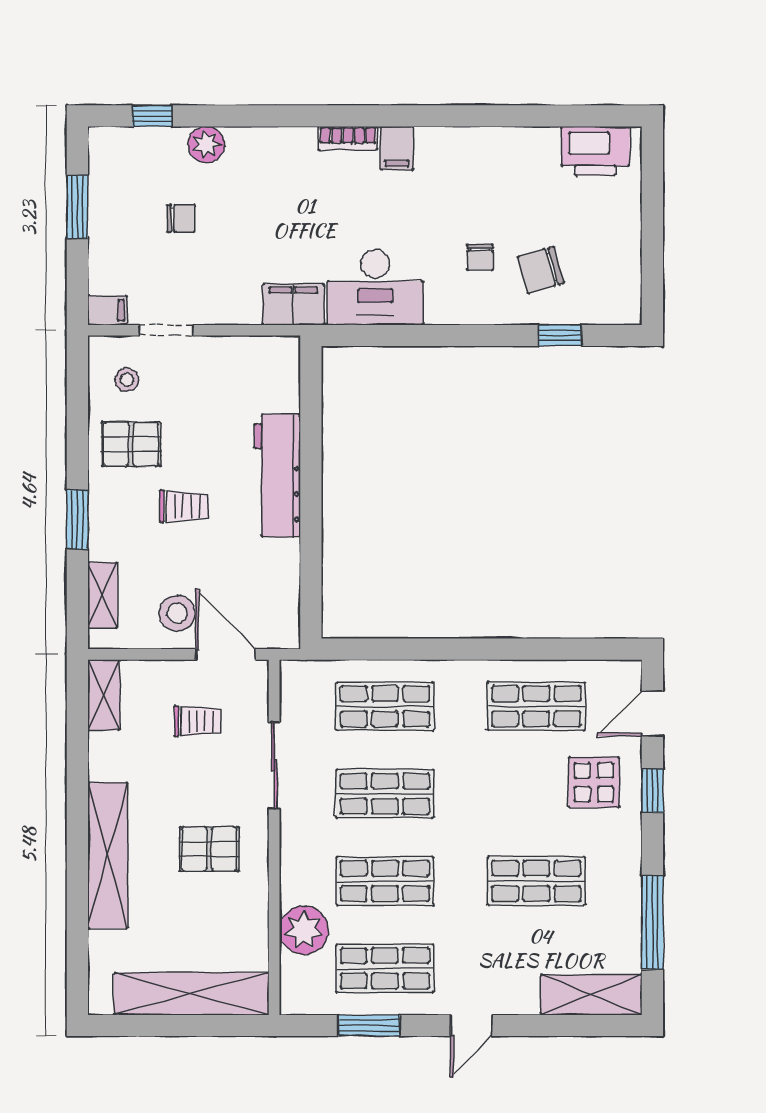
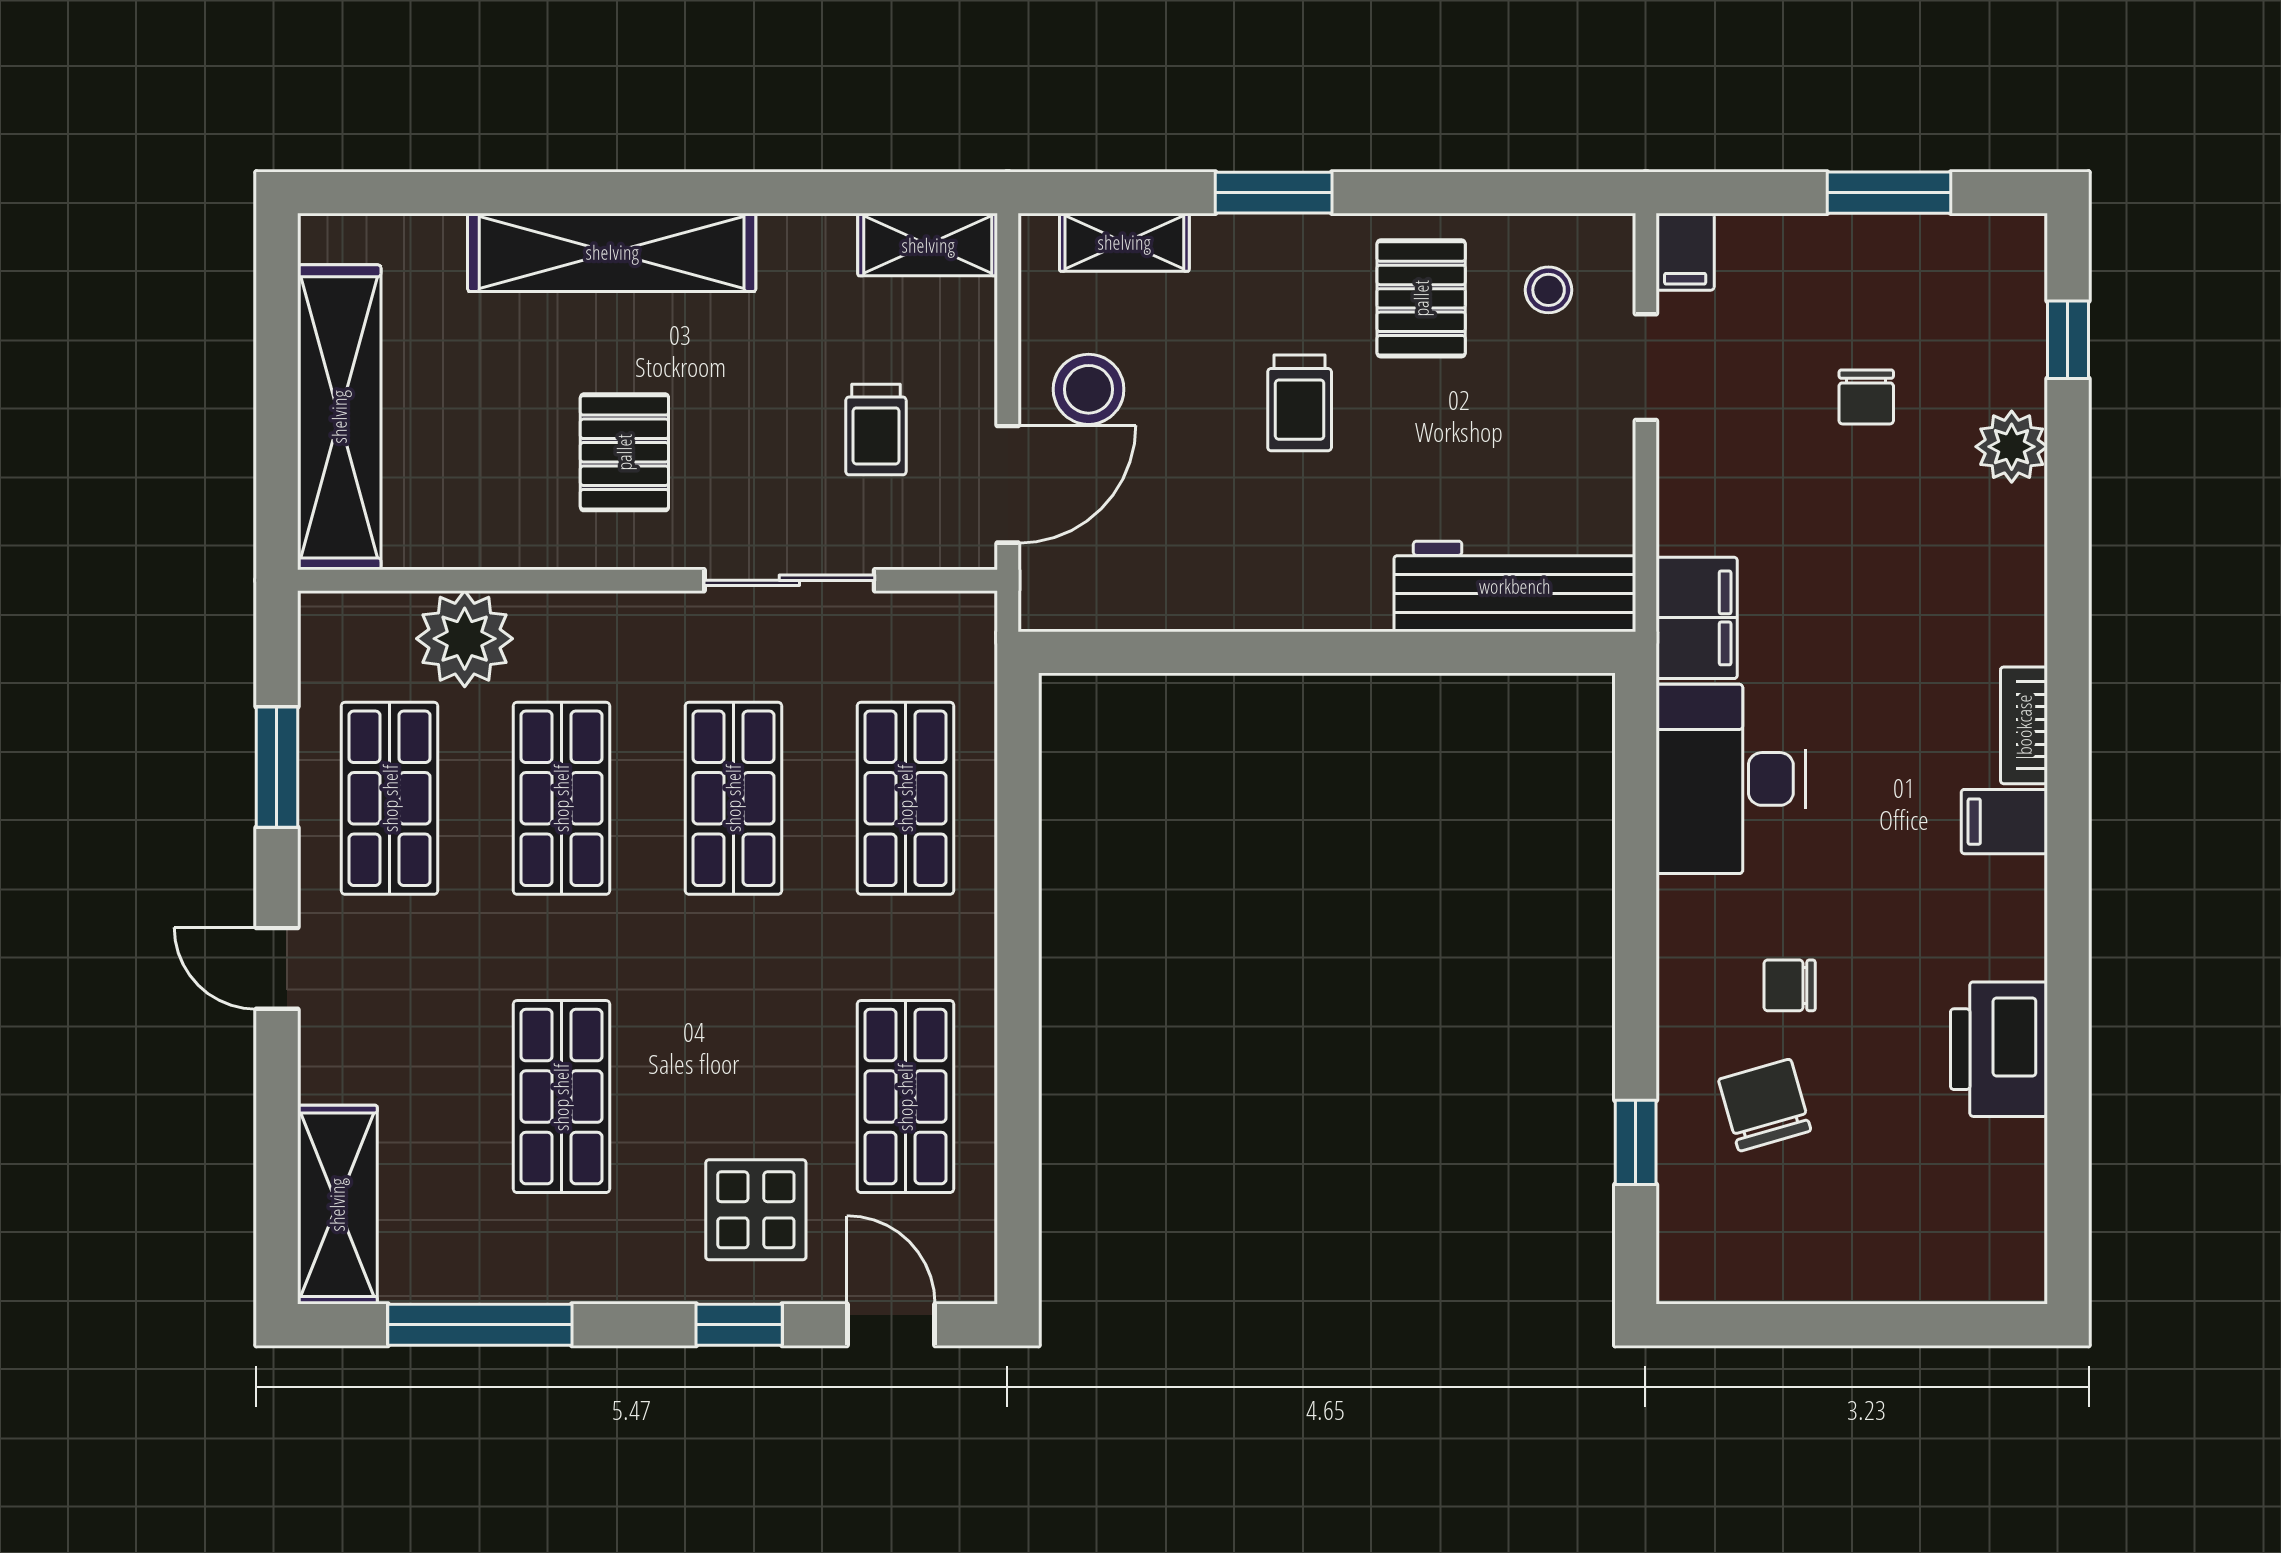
printer: (595, 151) -> (1999, 1049), moved
workbench: (277, 476) -> (1515, 586), moved

